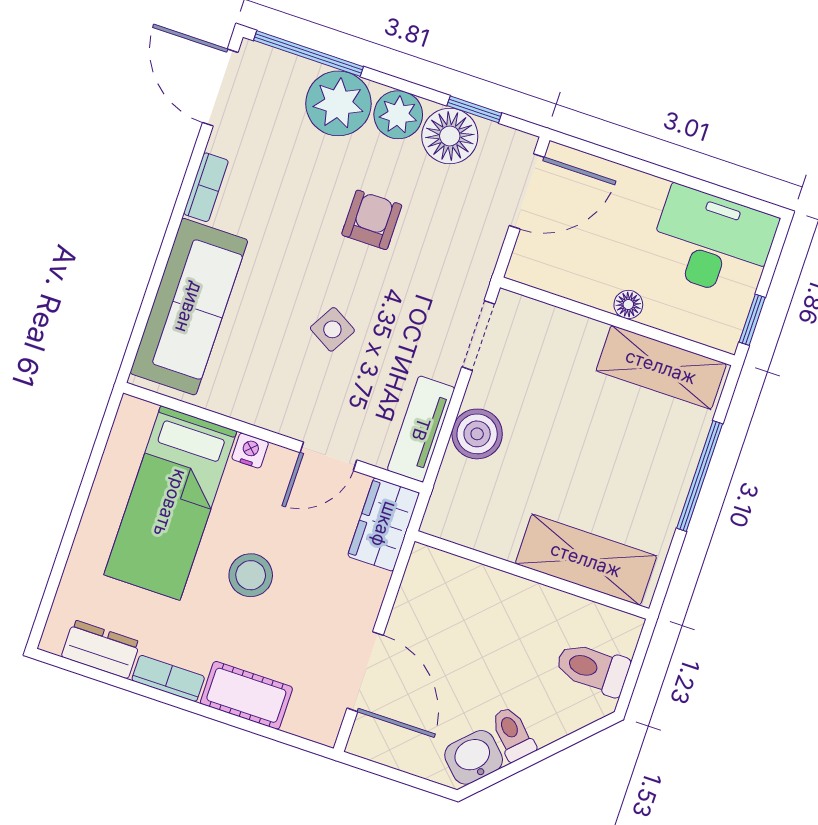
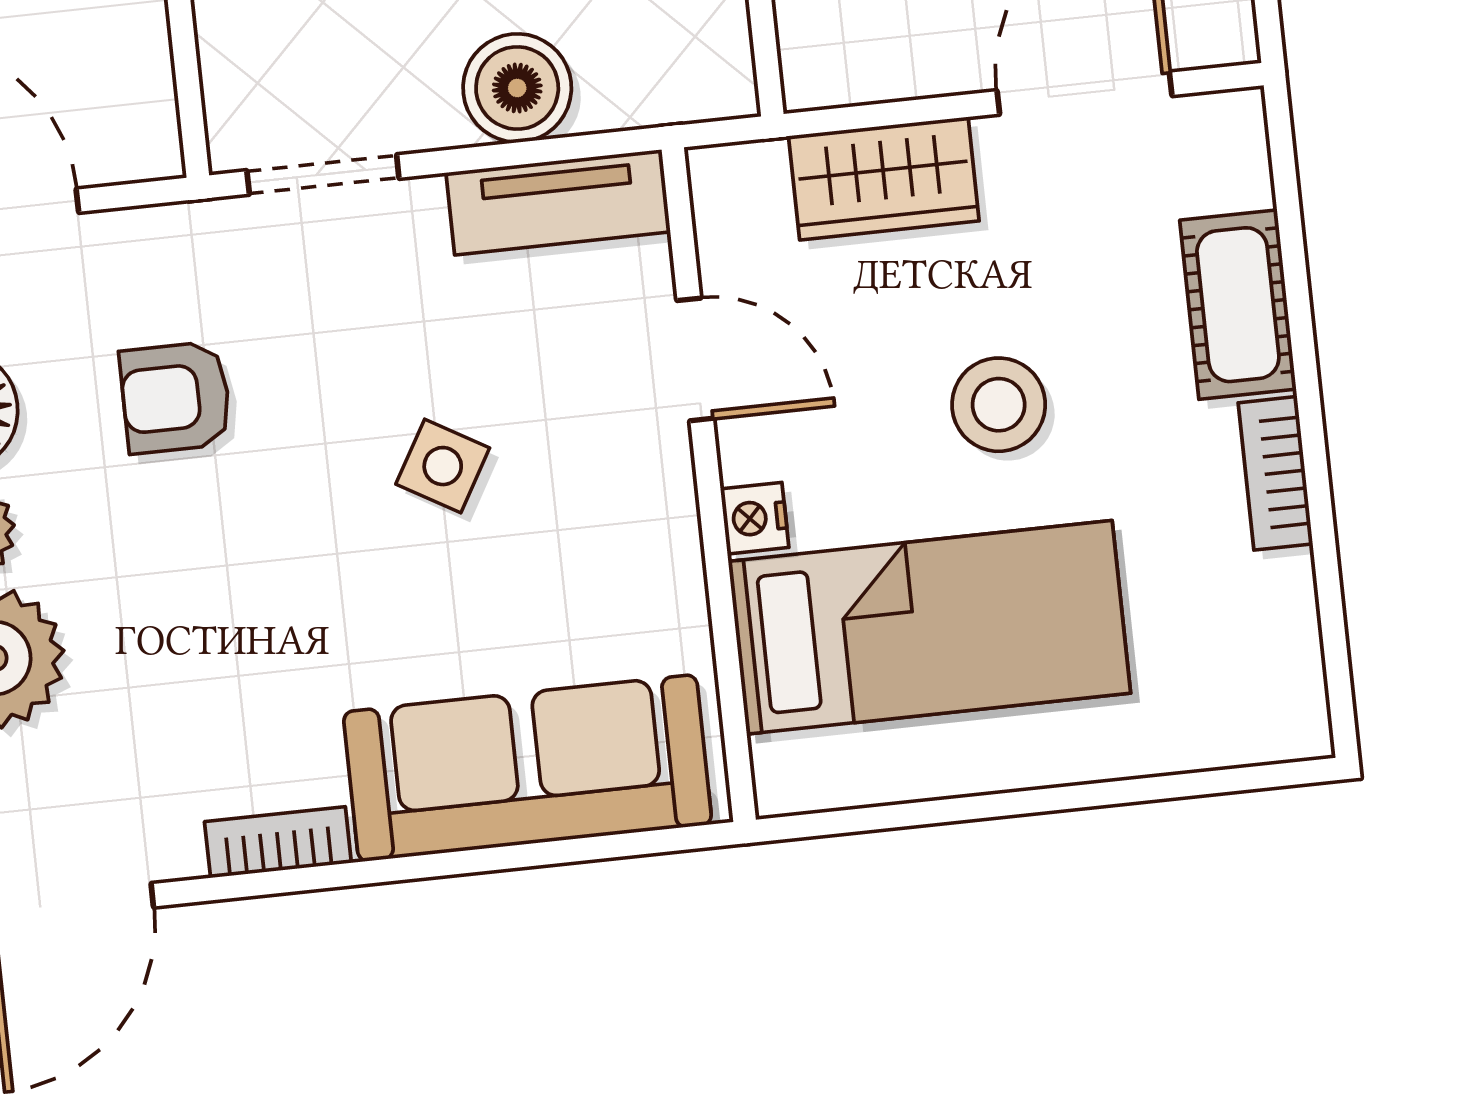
armchair: (372, 220) -> (176, 398), moved
wardrobe: (384, 524) -> (884, 178), moved
dresser: (101, 649) -> (1279, 632), removed

